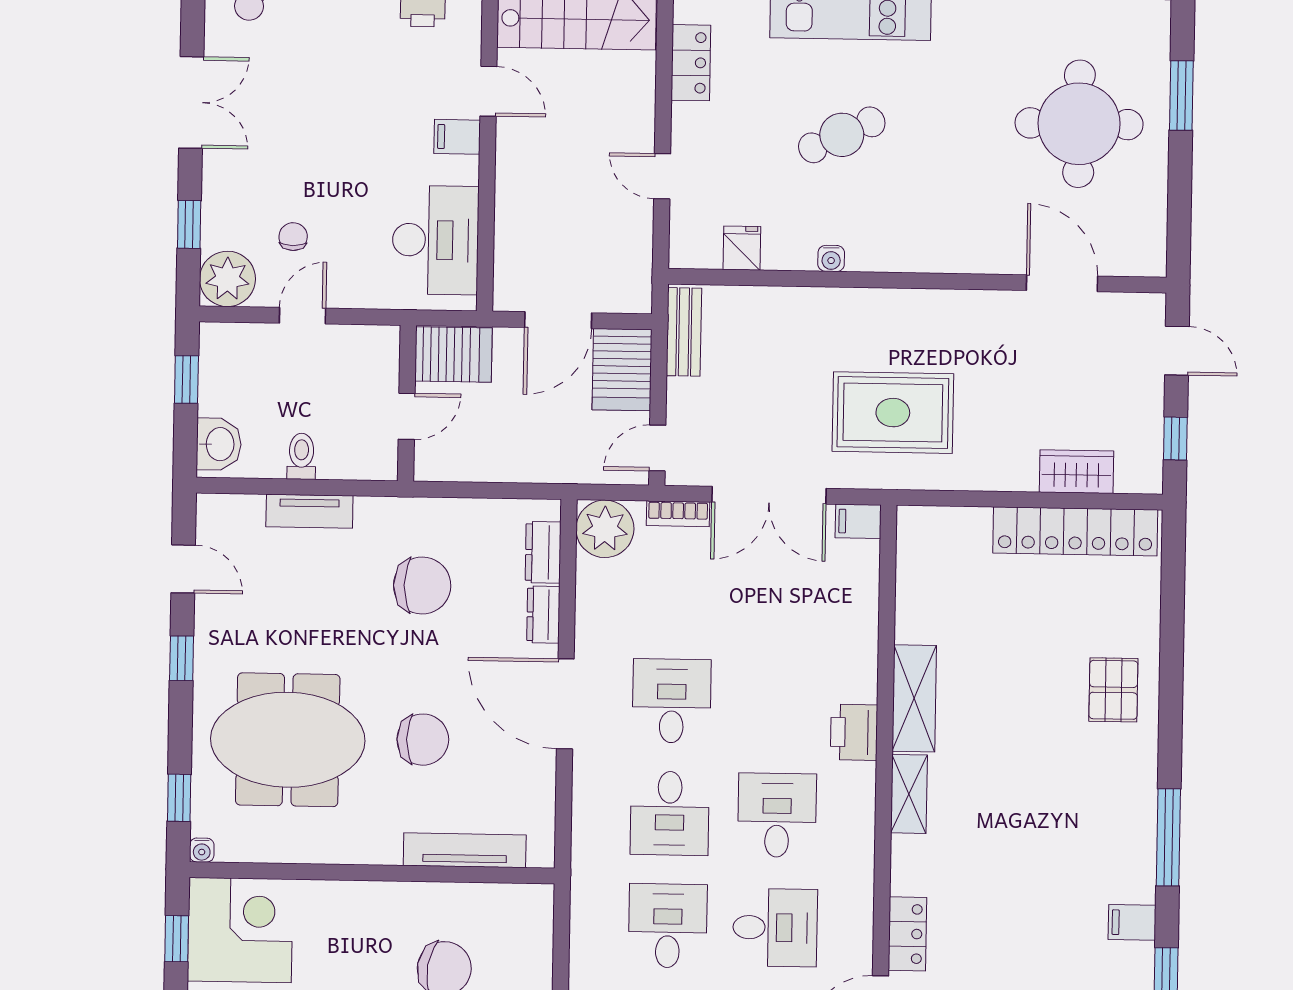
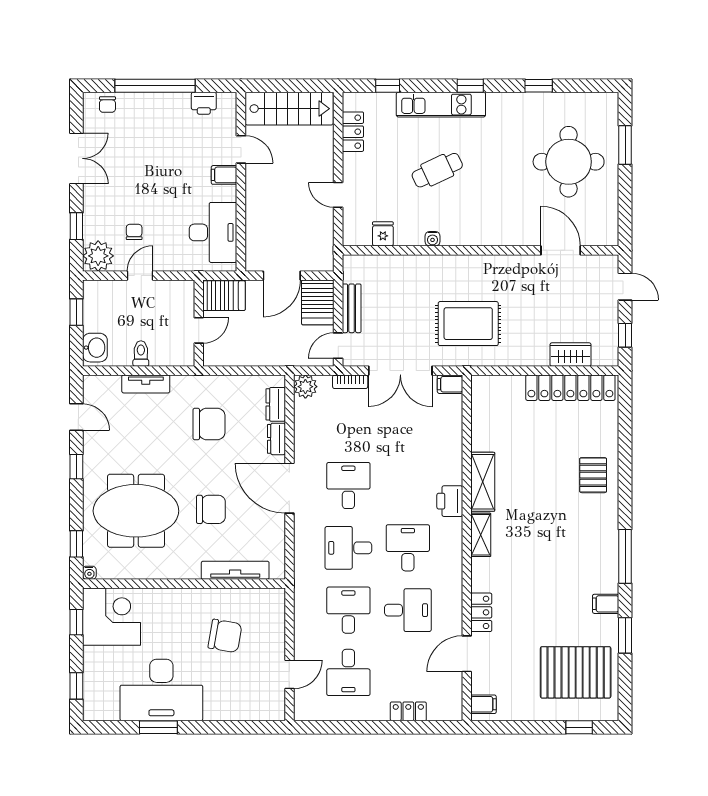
bench: (684, 332) -> (352, 308), moved
plant: (605, 529) -> (305, 387), width x0.73, depth x0.73
desk: (670, 813) -> (348, 548), turned 90

